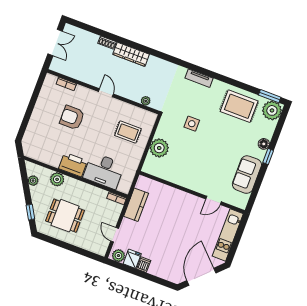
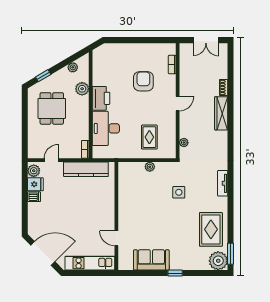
floor lamp: (264, 144) -> (185, 265), removed
plant: (159, 148) -> (150, 167), width x0.53, depth x0.53
kitchen counter: (136, 205) -> (86, 169), width x1.50

